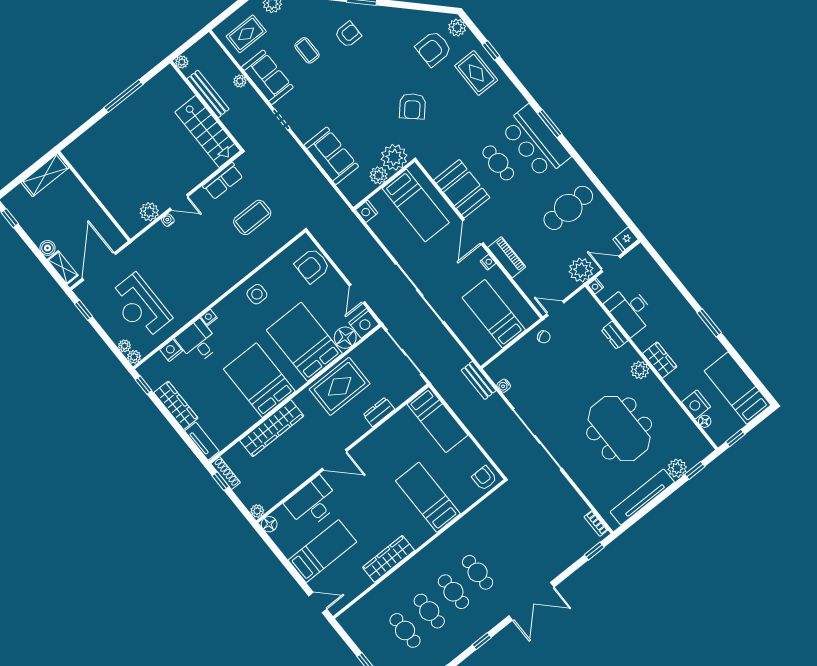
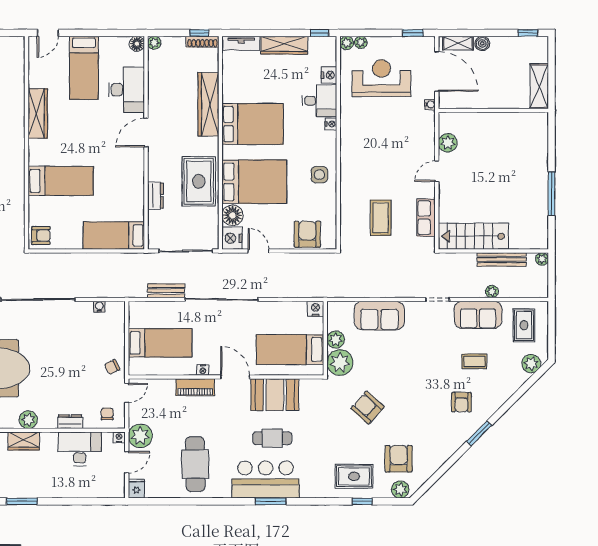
water cooler: (168, 220) -> (430, 104), moved
chair: (585, 311) -> (107, 414), added
bench: (479, 380) -> (166, 291), moved

